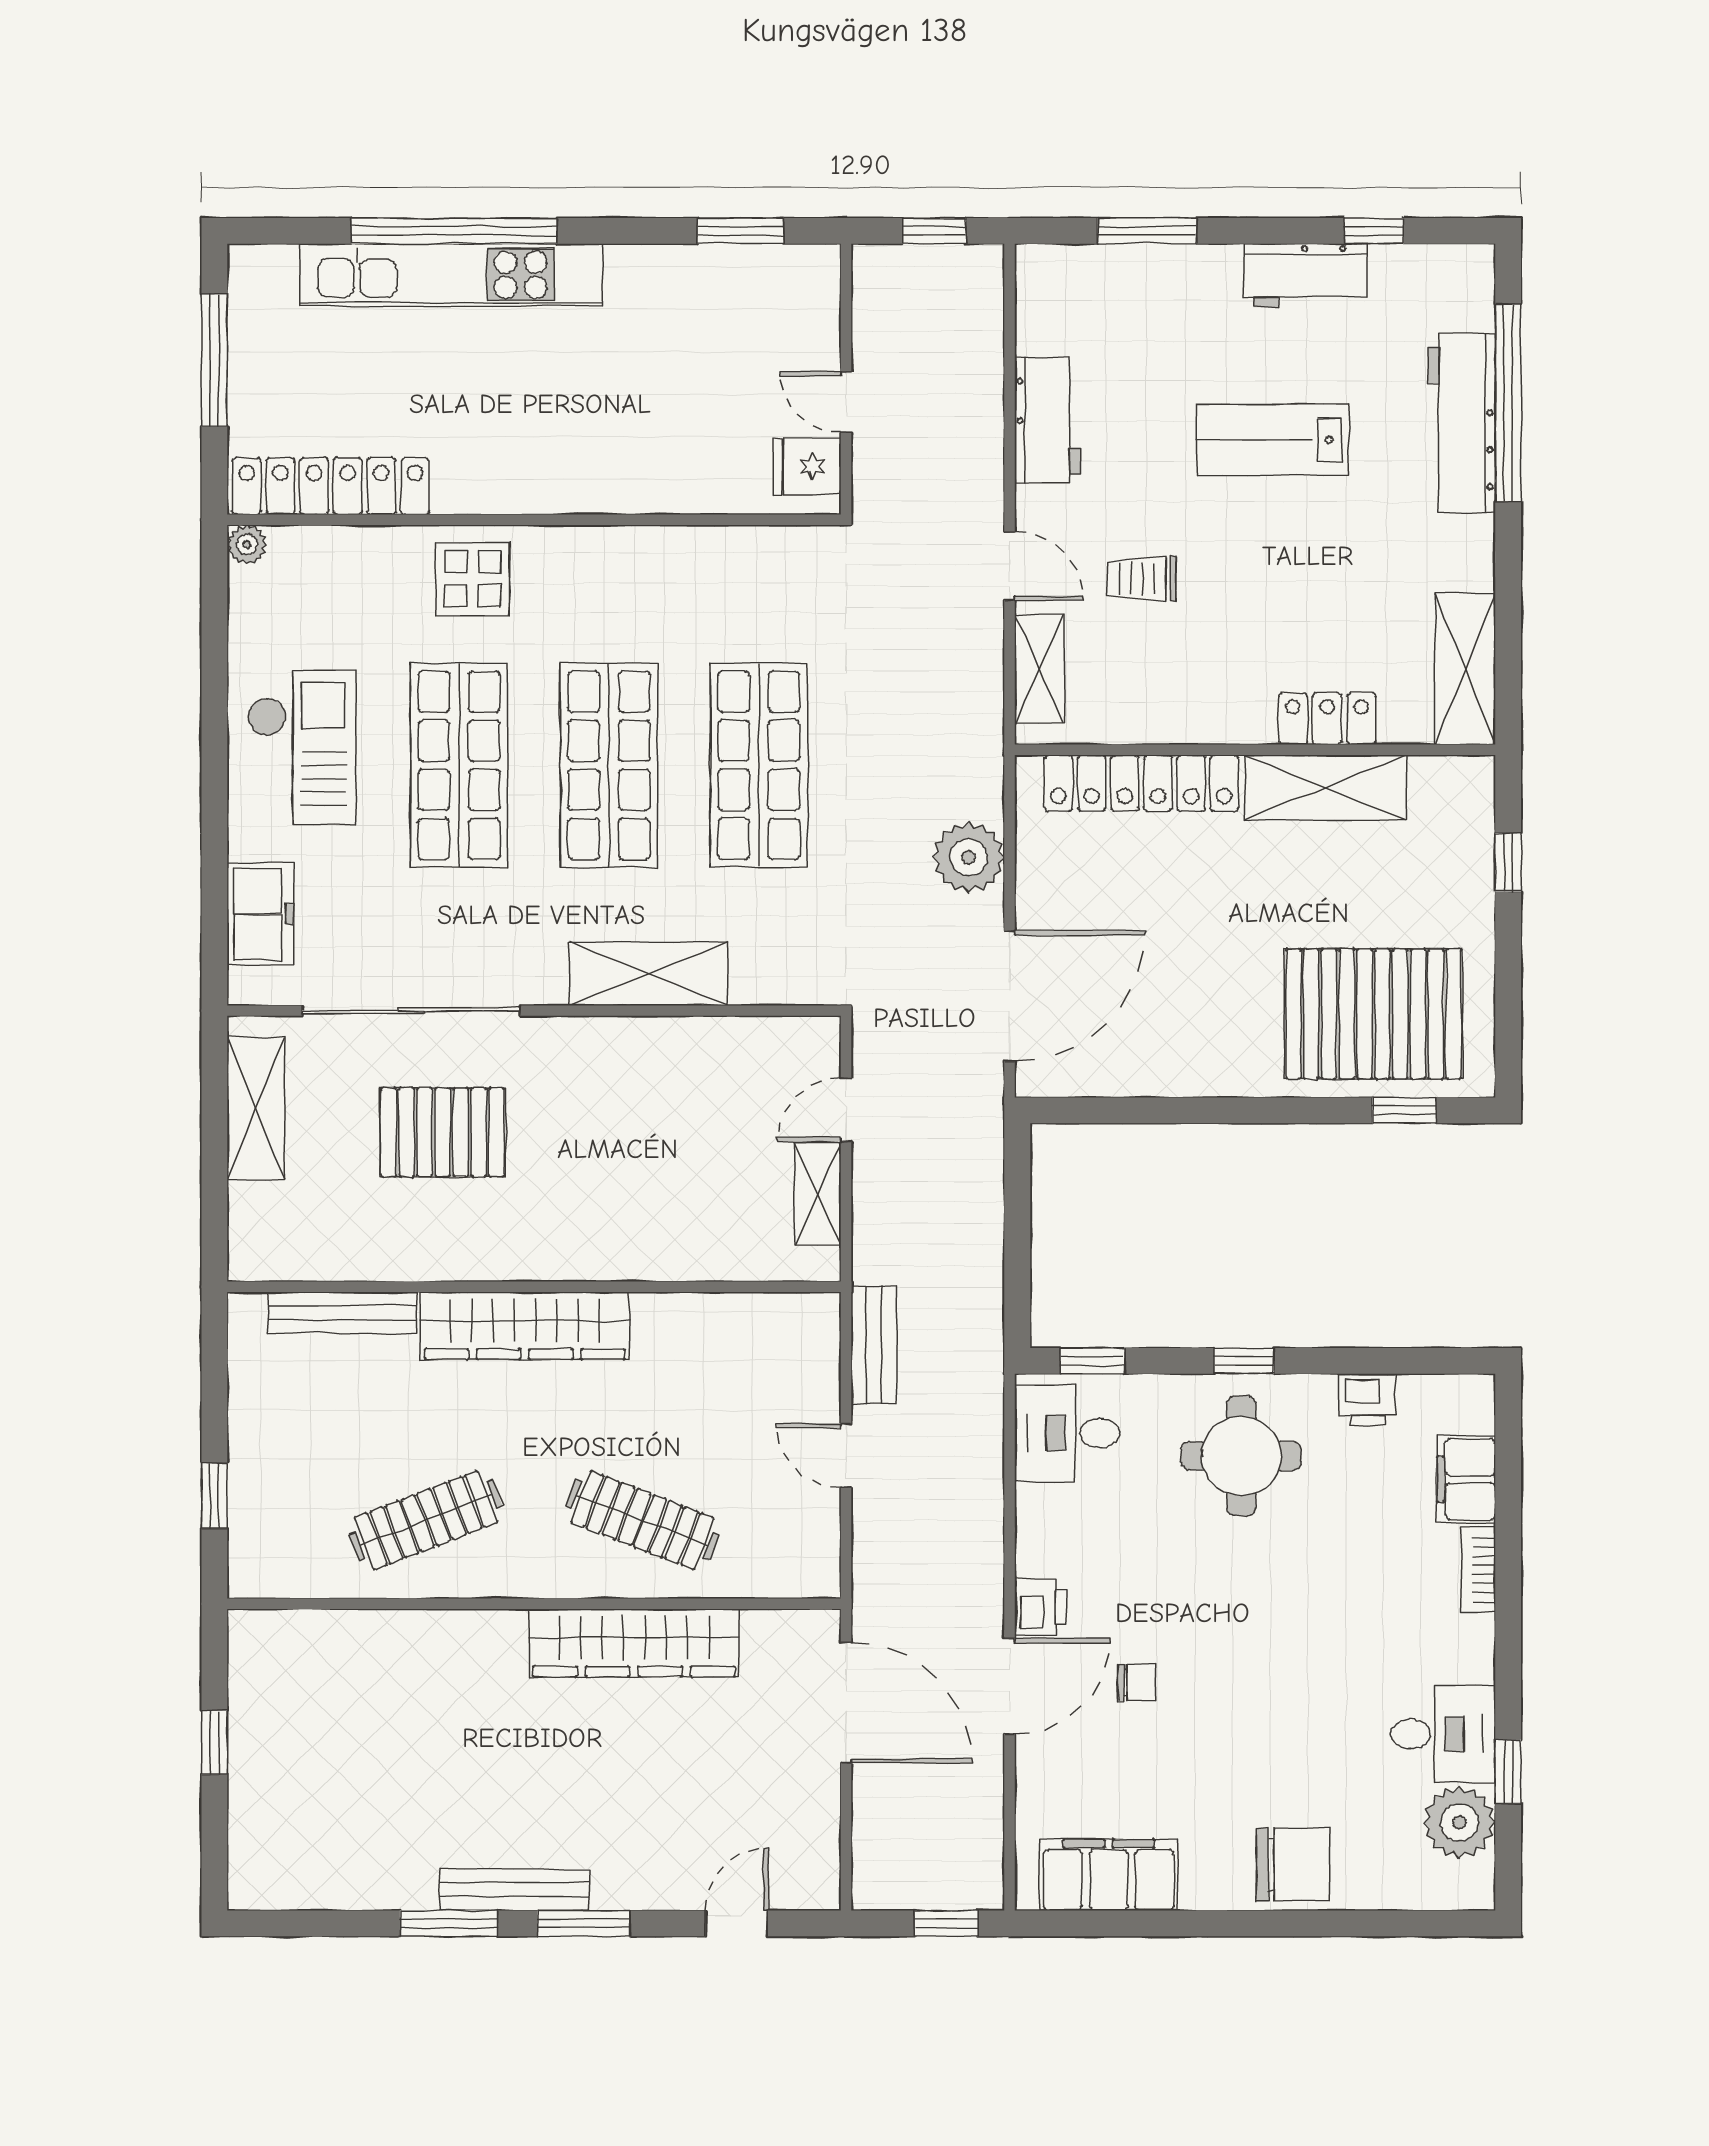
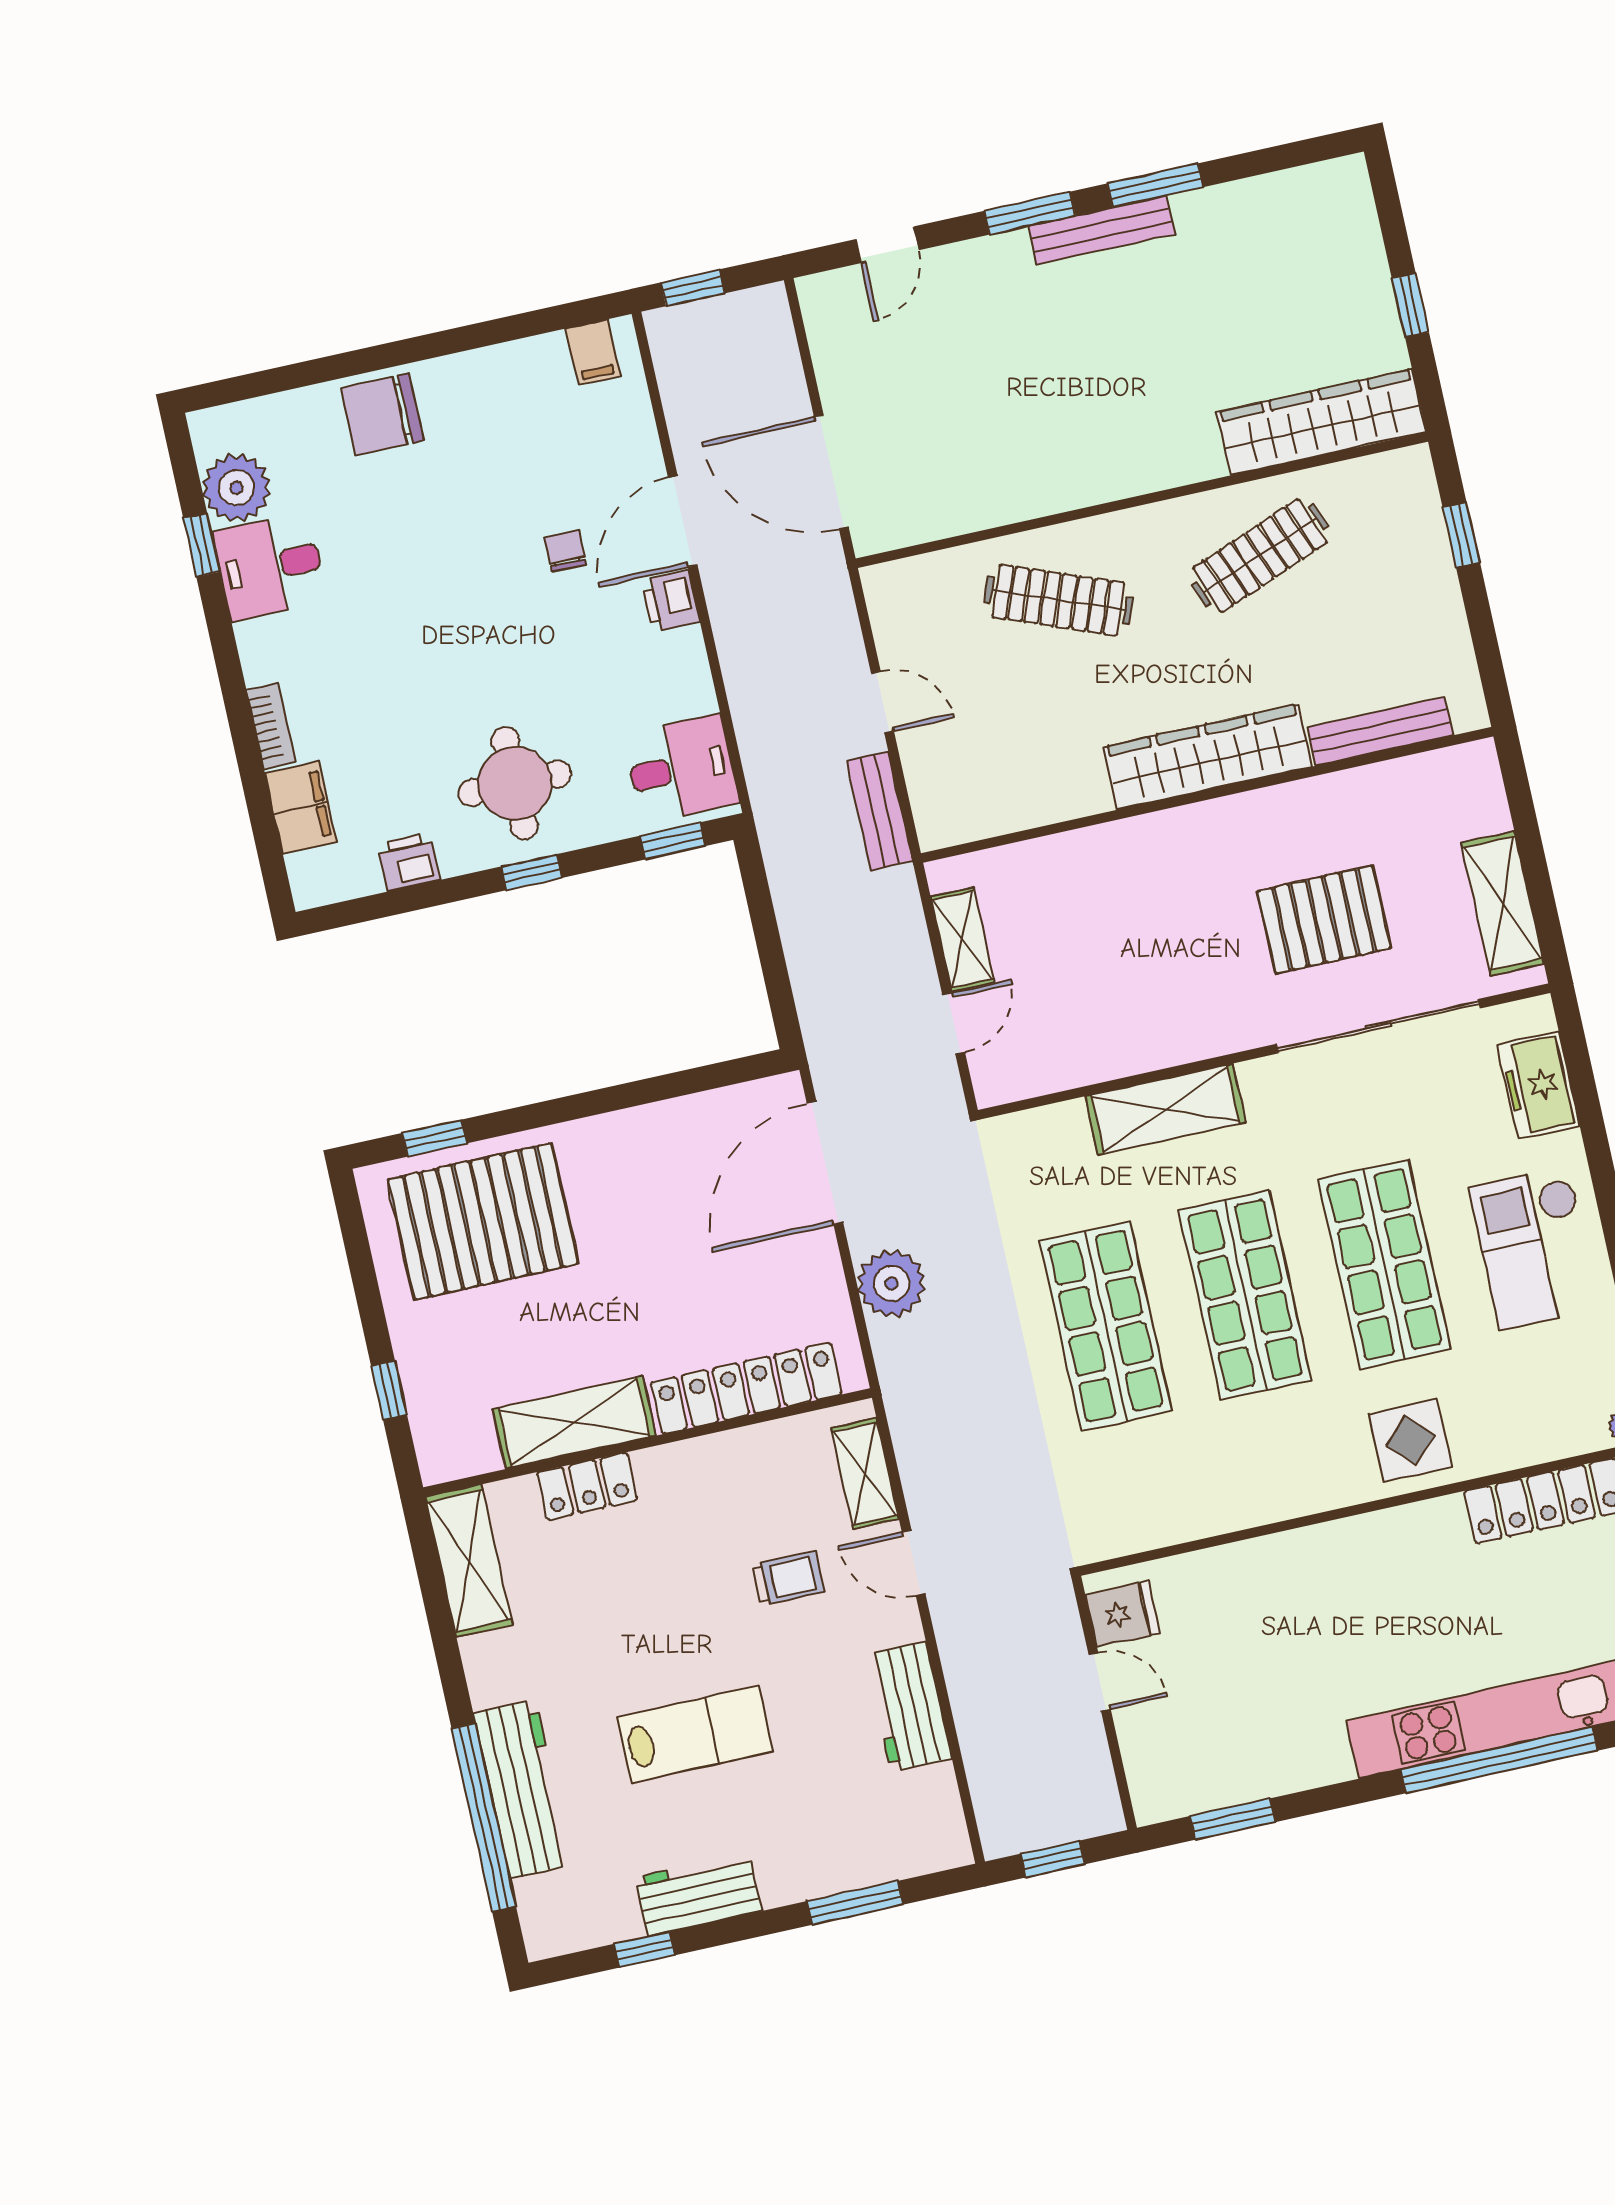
wardrobe: (634, 1643) -> (1321, 422), moved
chair: (1137, 1682) -> (565, 551), turned 90
filing cabinet: (1109, 1875) -> (593, 352), width x0.33, depth x0.86

